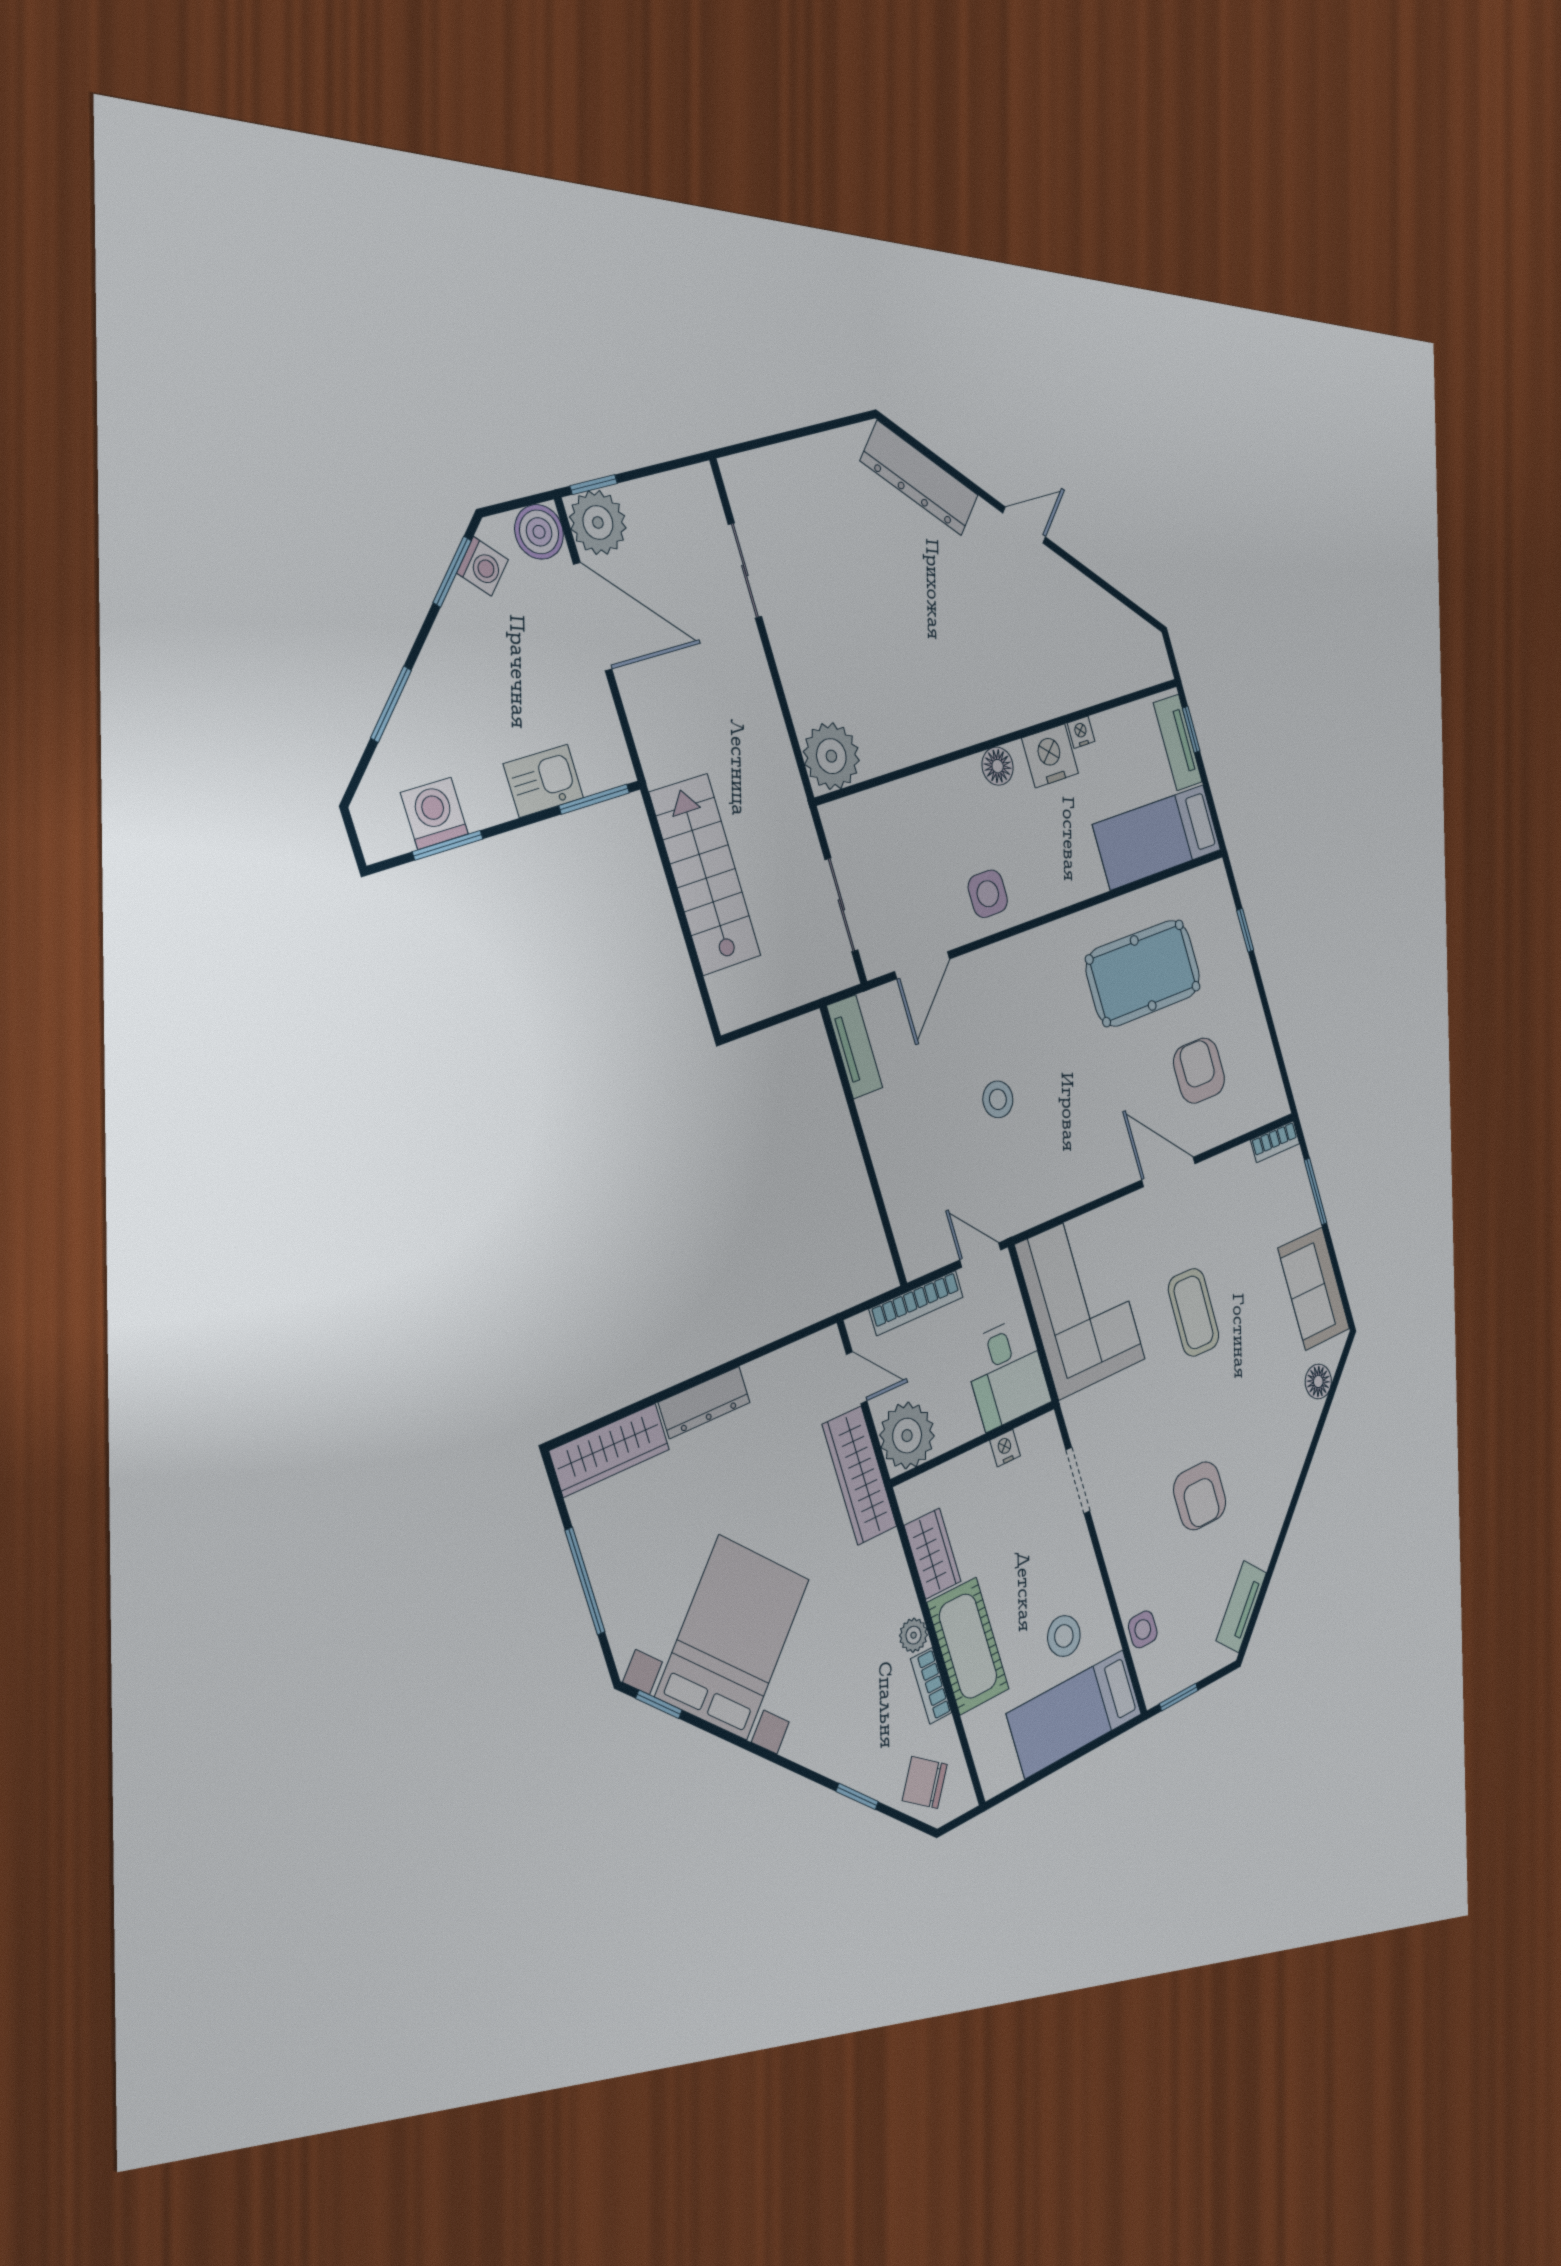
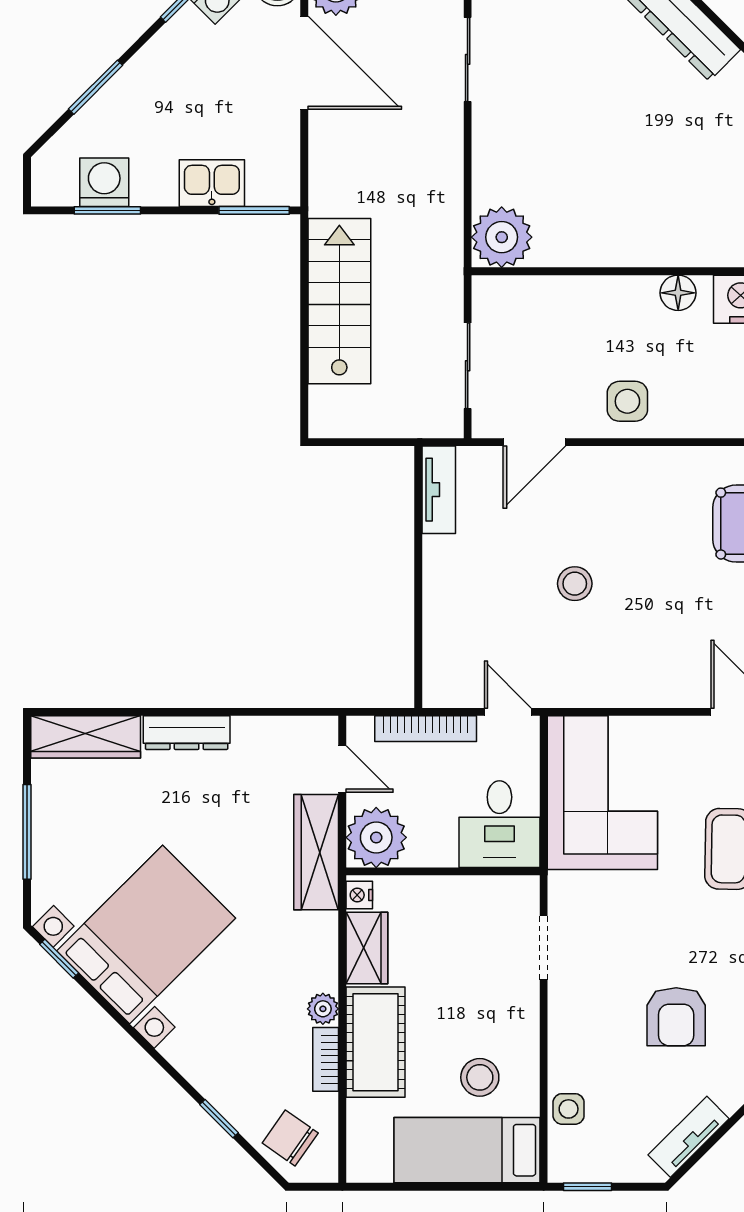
nightstand: (1005, 1448) -> (359, 895), moved, turned -90

